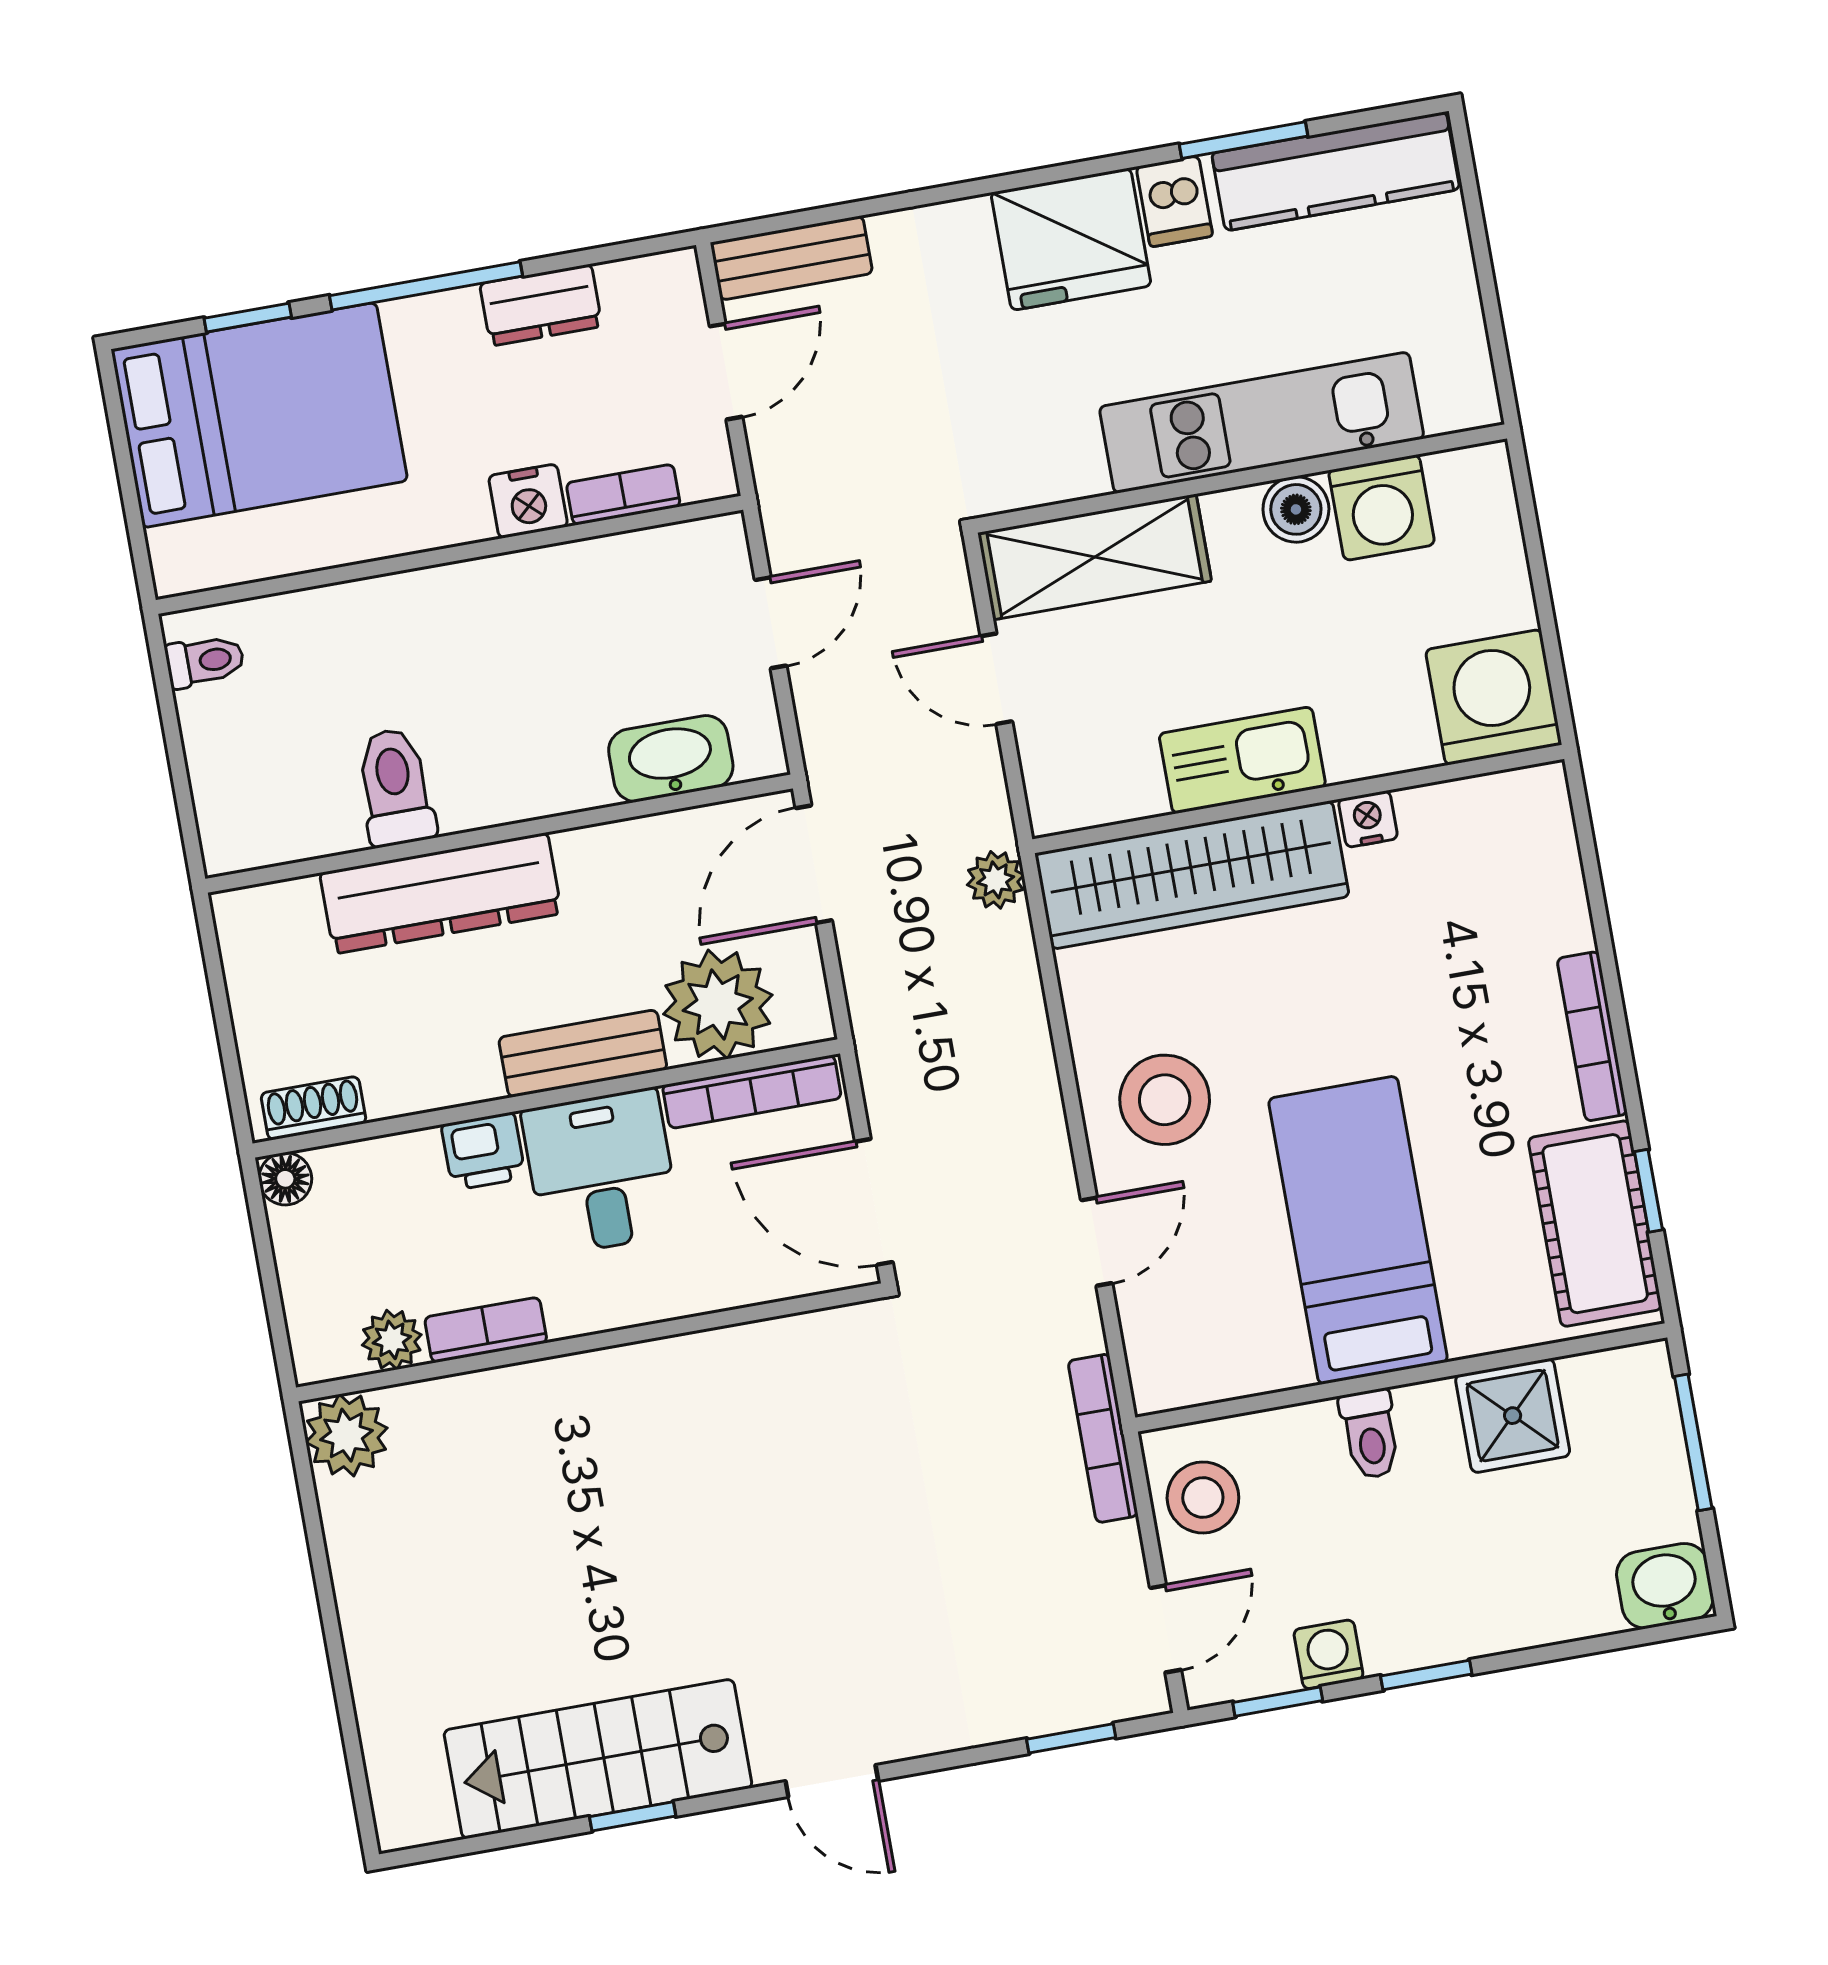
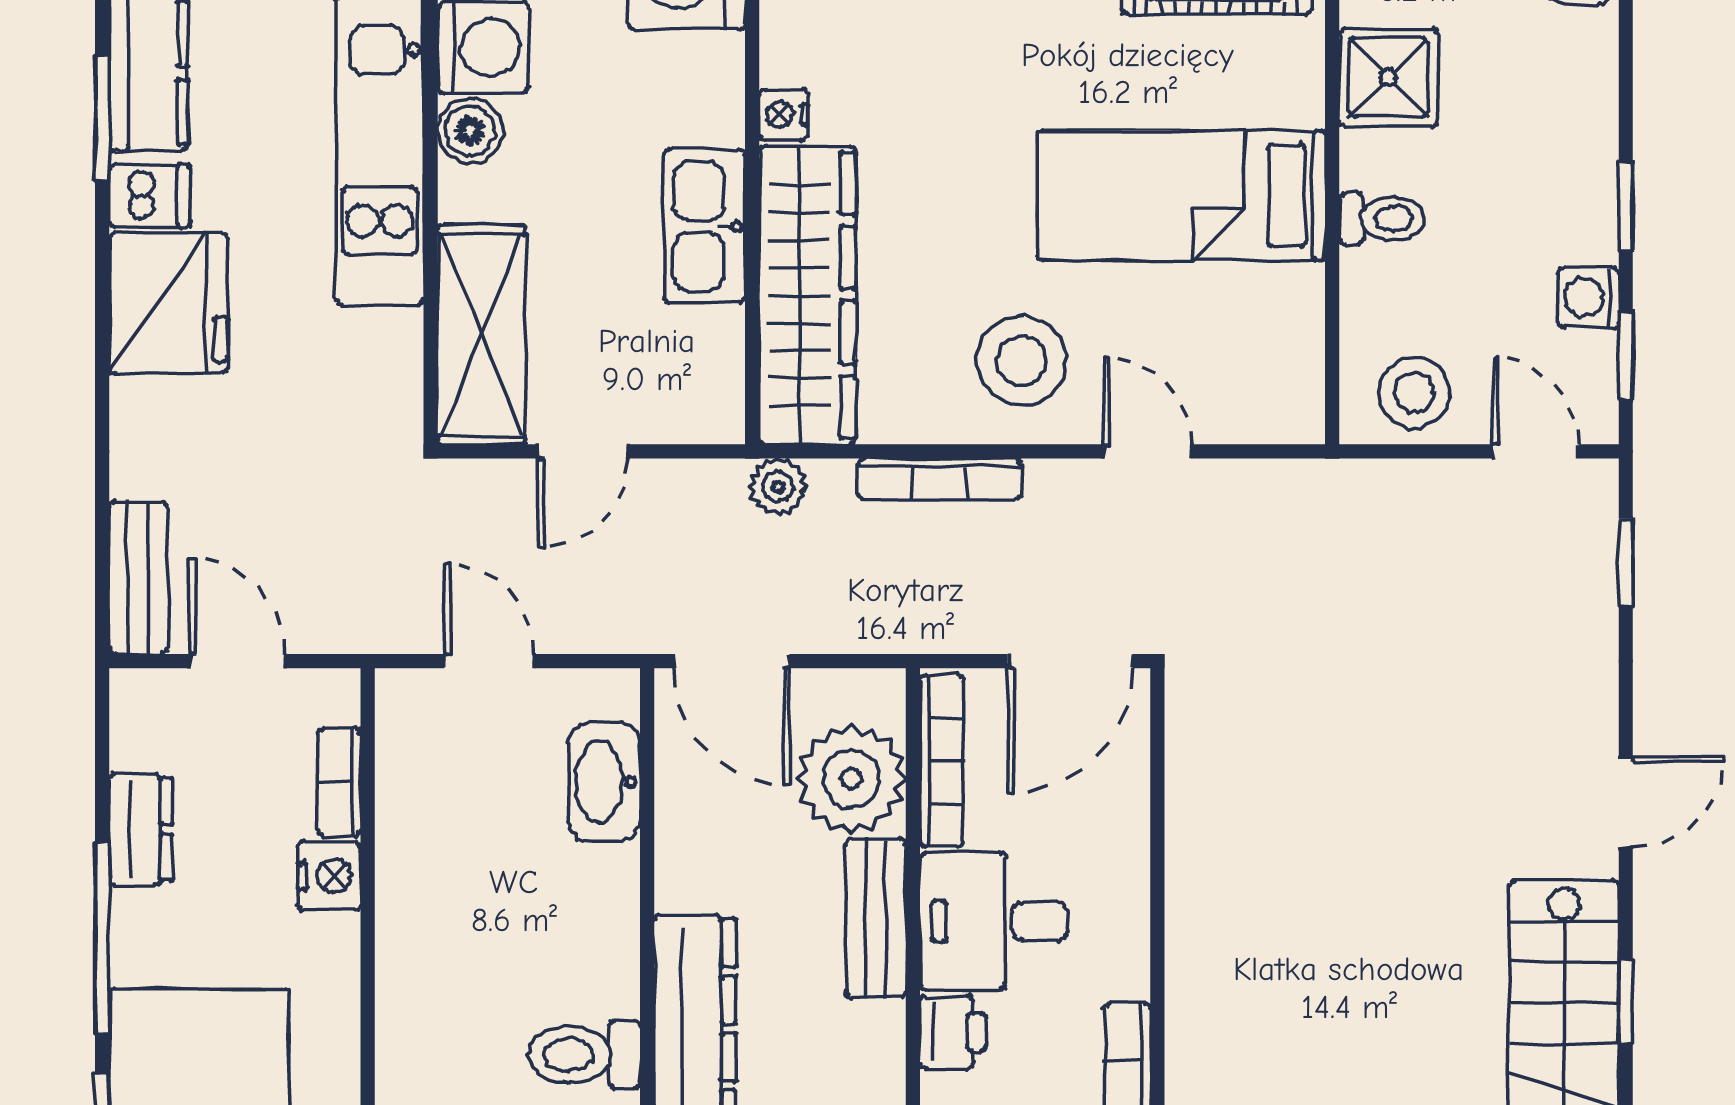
bookcase: (1103, 1438) -> (940, 479), moved

